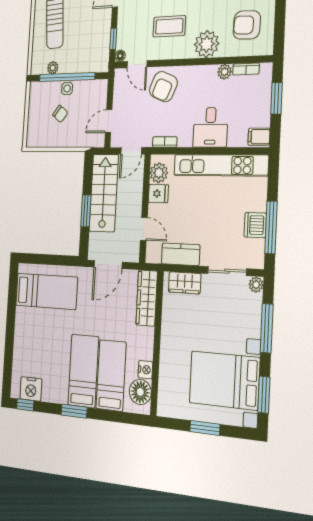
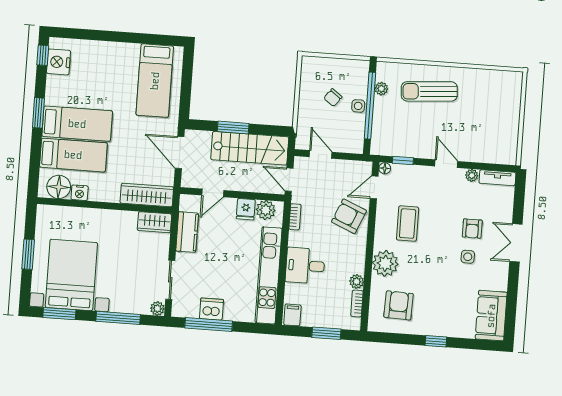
wardrobe: (185, 283) -> (154, 222), moved, turned -90

